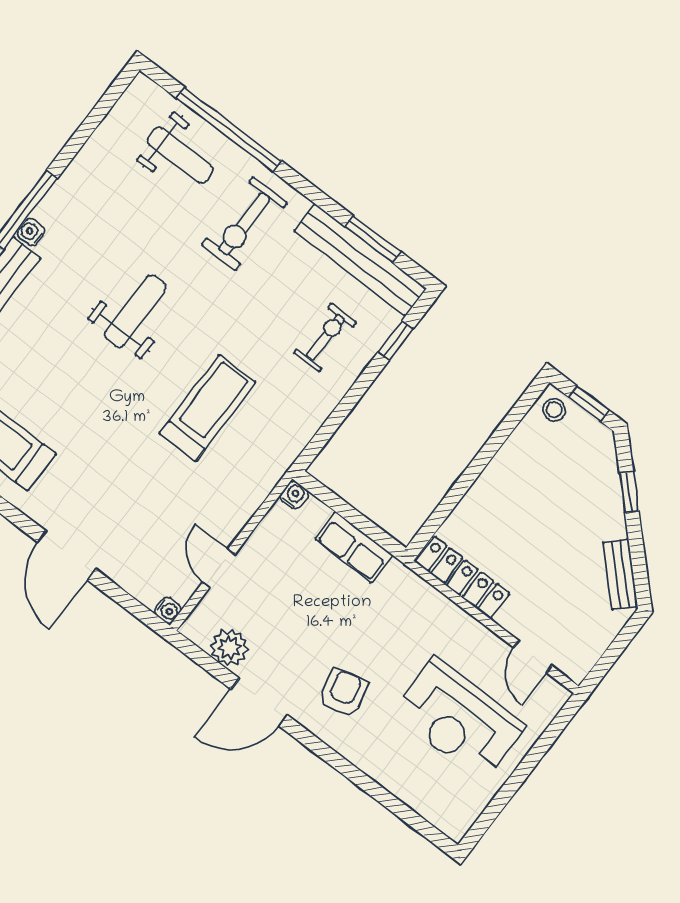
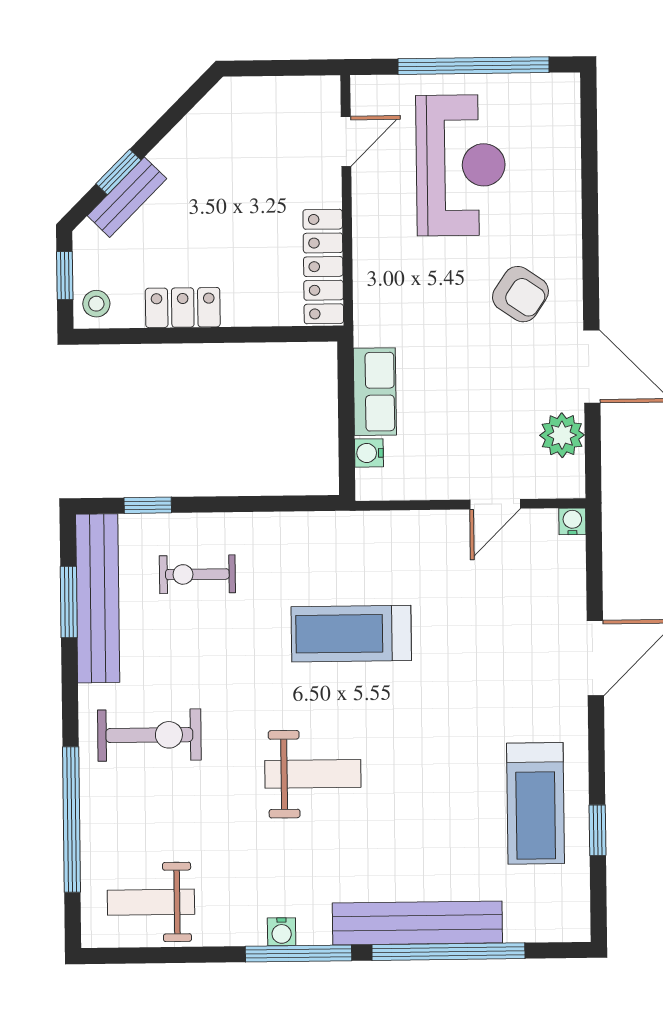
weight bench: (180, 155) -> (151, 902), moved, turned -90
water cooler: (31, 232) -> (282, 932), moved
weight bench: (135, 311) -> (313, 774), turned 180
locker: (507, 464) -> (183, 308), added
water cooler: (294, 495) -> (369, 453), moved
bench: (620, 574) -> (127, 197), moved
armchair: (343, 693) -> (520, 294), turned -132
window: (517, 779) -> (474, 66), added

